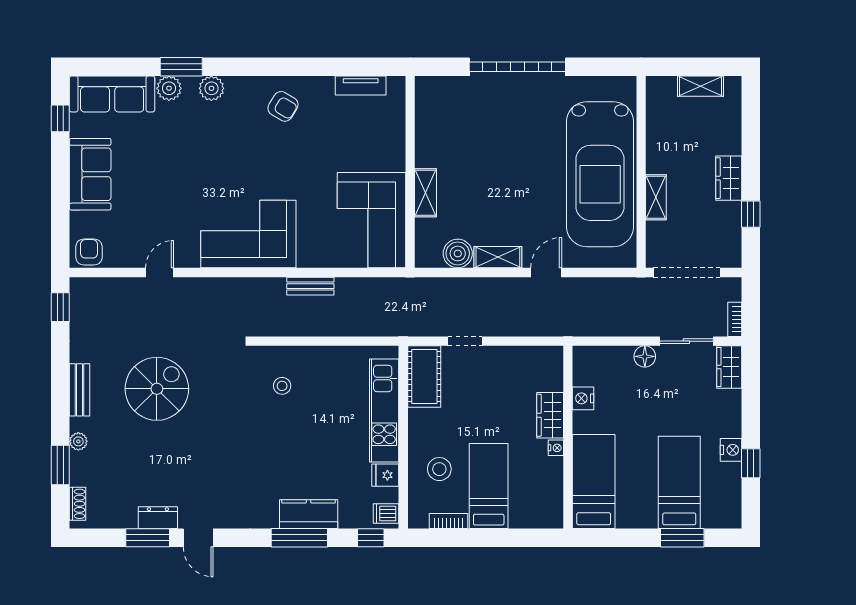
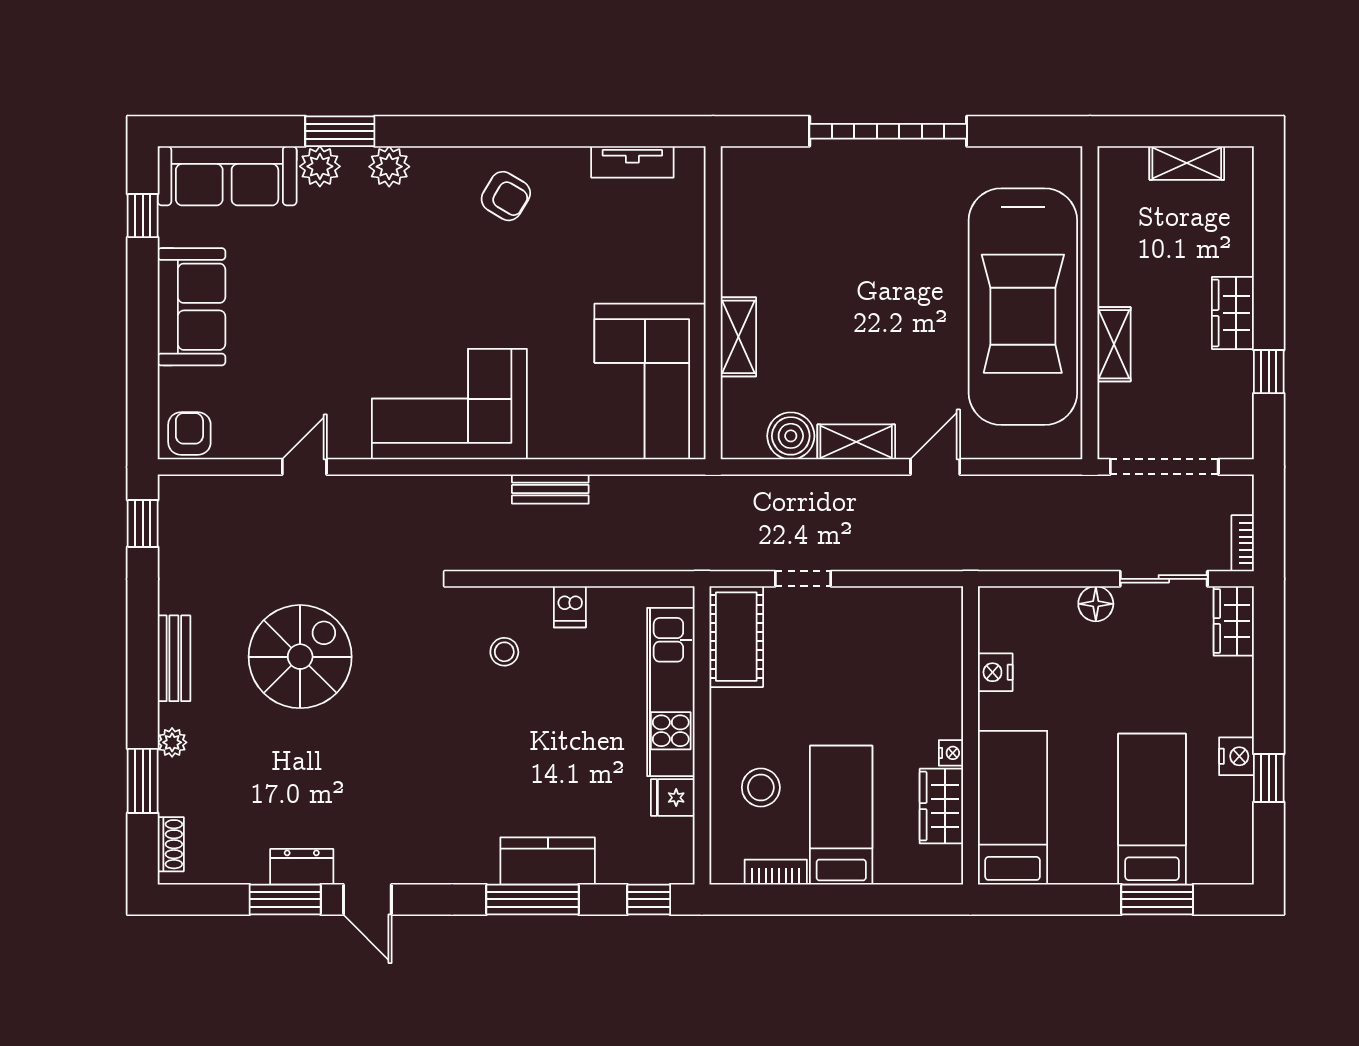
wardrobe: (550, 415) -> (941, 806), moved
dishwasher: (386, 514) -> (570, 607), moved, turned -90

